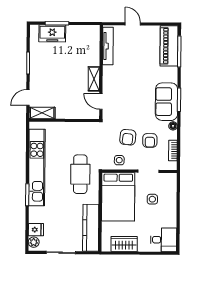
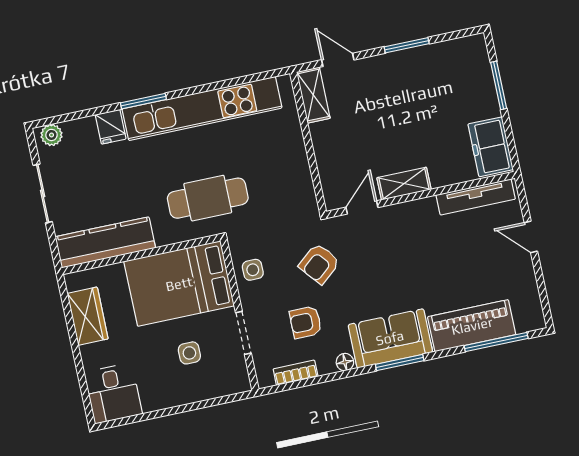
door: (133, 24) -> (531, 237), swing flipped
freezer: (52, 33) -> (491, 147), moved
piano: (169, 46) -> (472, 326), moved
armchair: (128, 137) -> (319, 264), moved, turned -46
fridge: (36, 230) -> (111, 127), moved

